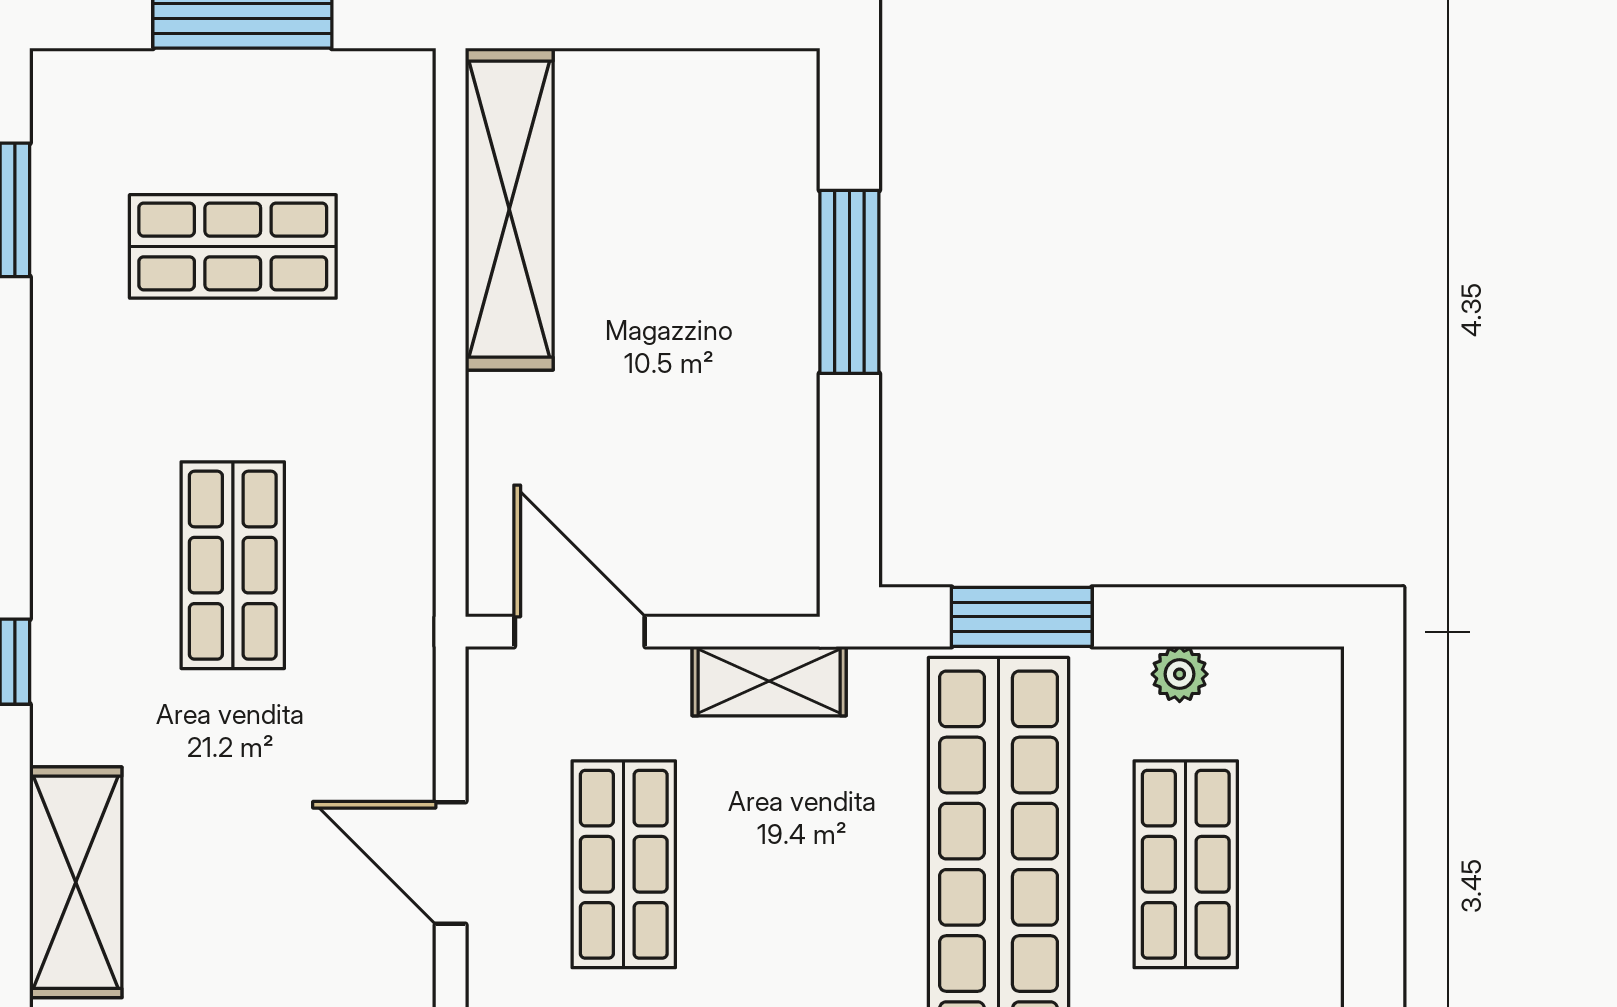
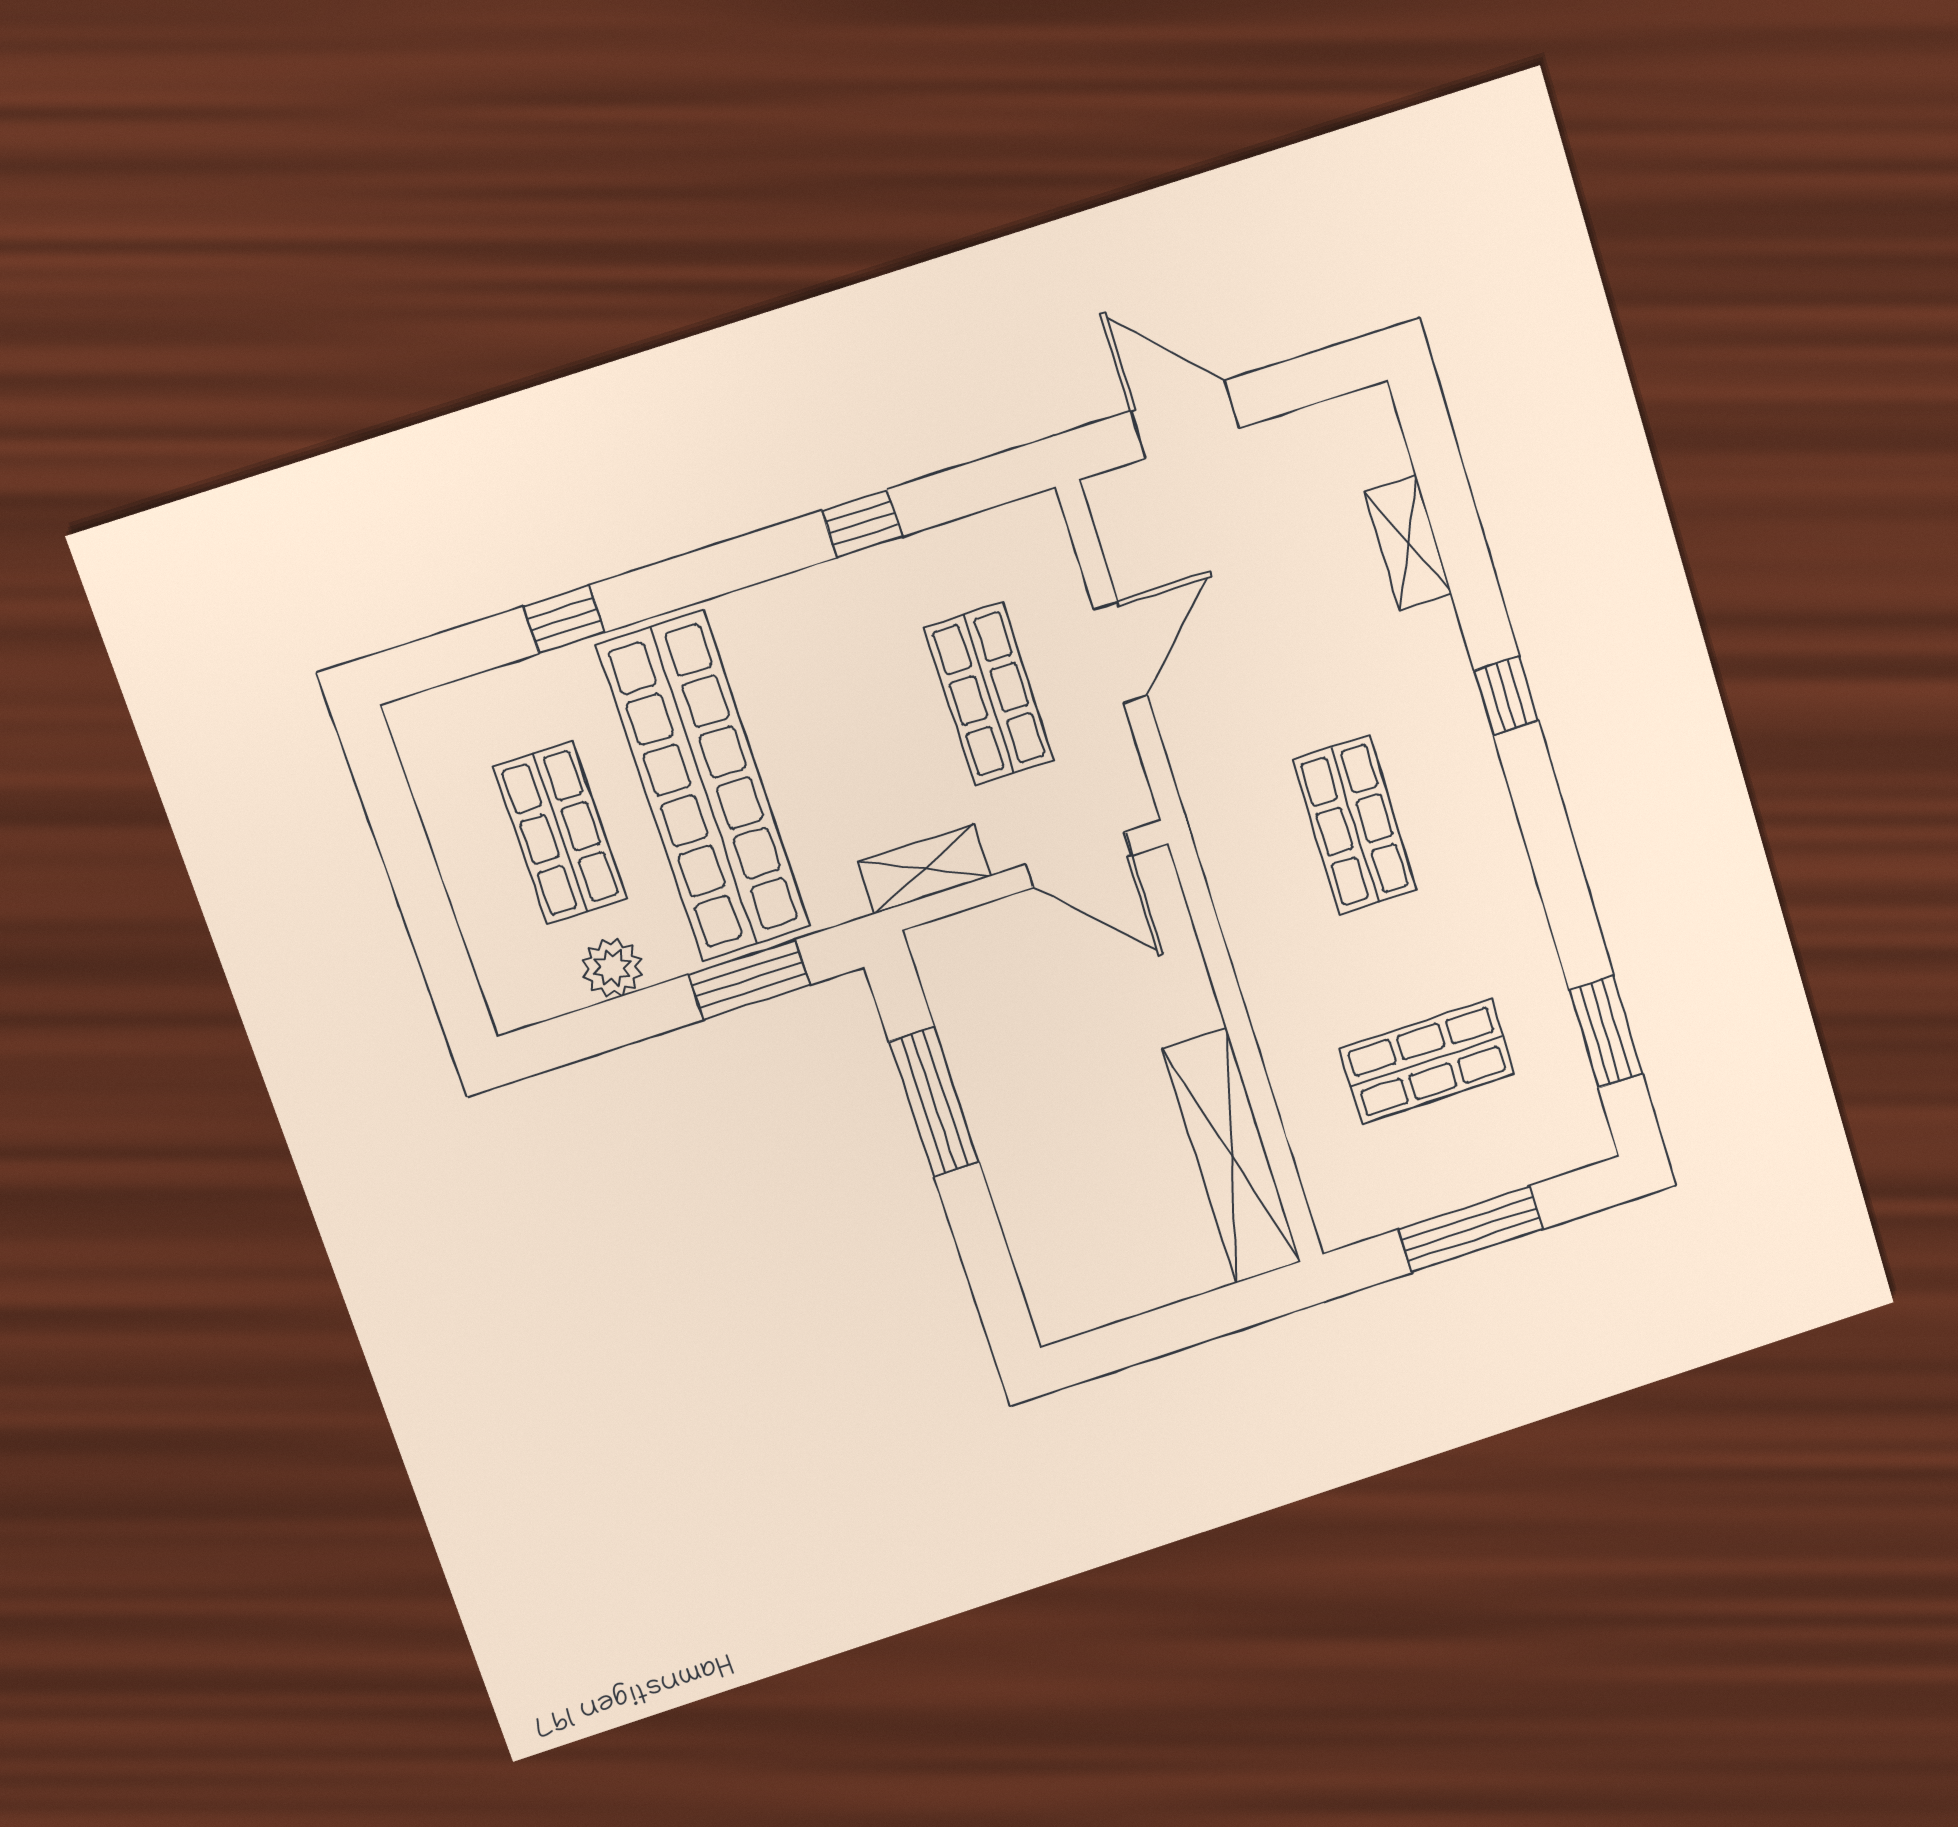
window: (849, 282) -> (934, 1102), moved
plant: (1180, 674) -> (612, 968), width x1.38, depth x1.38
door: (451, 863) -> (1121, 652), hinge flipped
shelving: (76, 882) -> (1408, 543), width x0.67, depth x0.75

